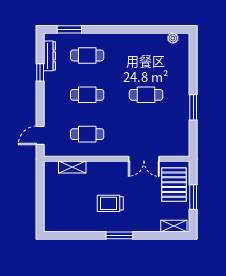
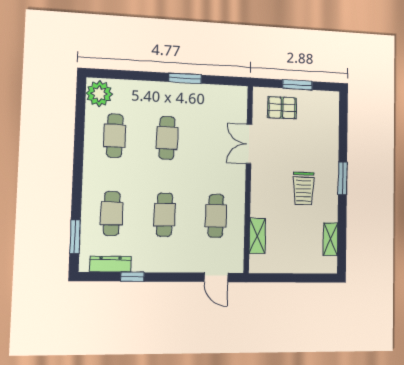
plant: (173, 38) -> (99, 94), width x1.87, depth x1.87
cafe table: (146, 55) -> (115, 136), added
double door: (144, 159) -> (249, 144), swing flipped
pallet: (174, 185) -> (282, 108), width x0.67, depth x0.71
shelving: (174, 226) -> (330, 239), moved

